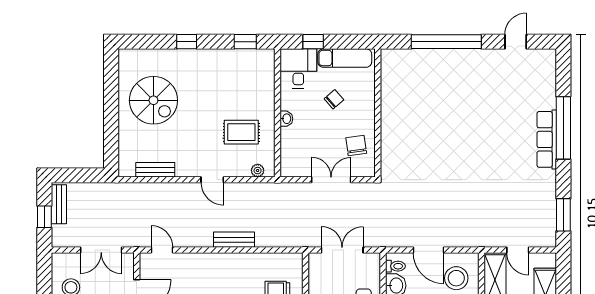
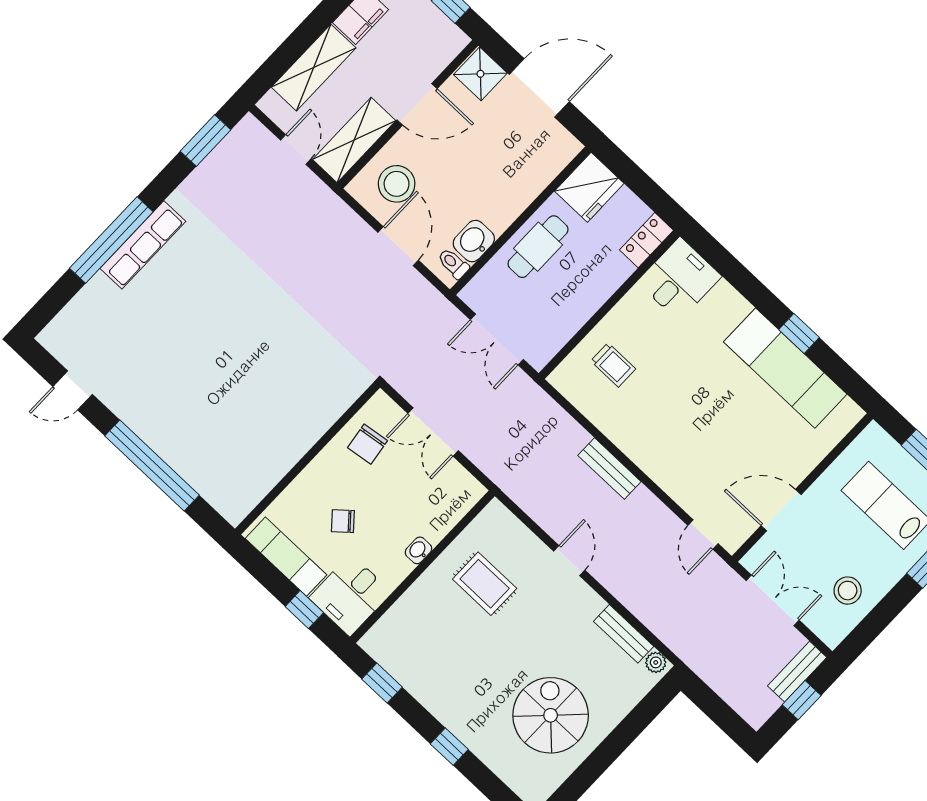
plant: (258, 171) -> (656, 662), moved
bench: (59, 204) -> (797, 672), moved

